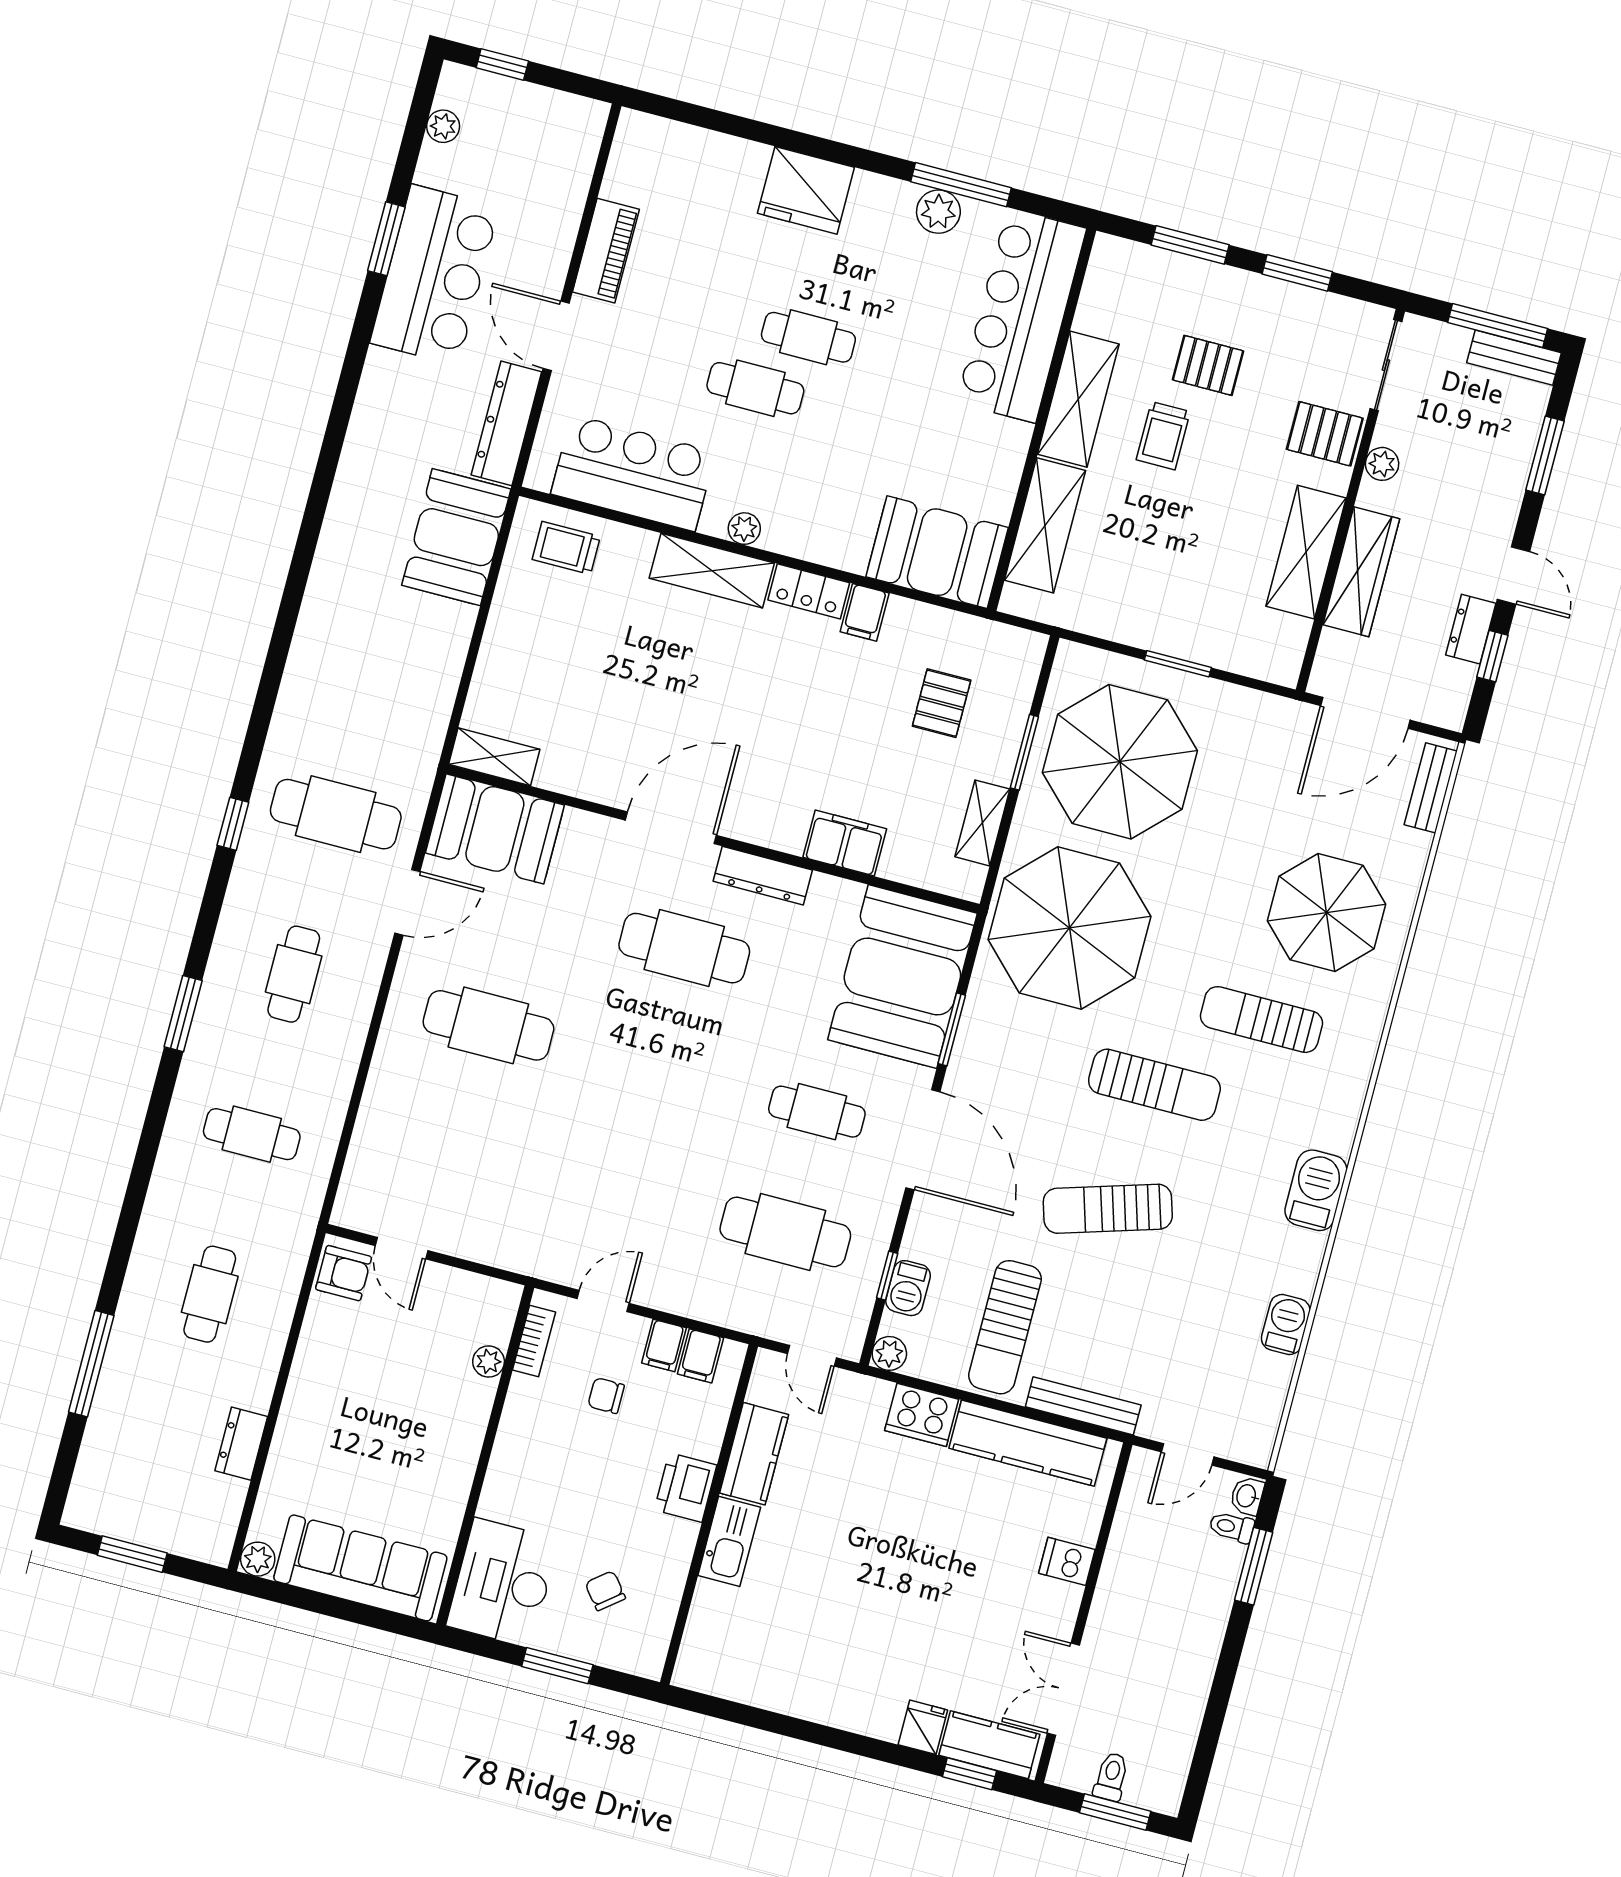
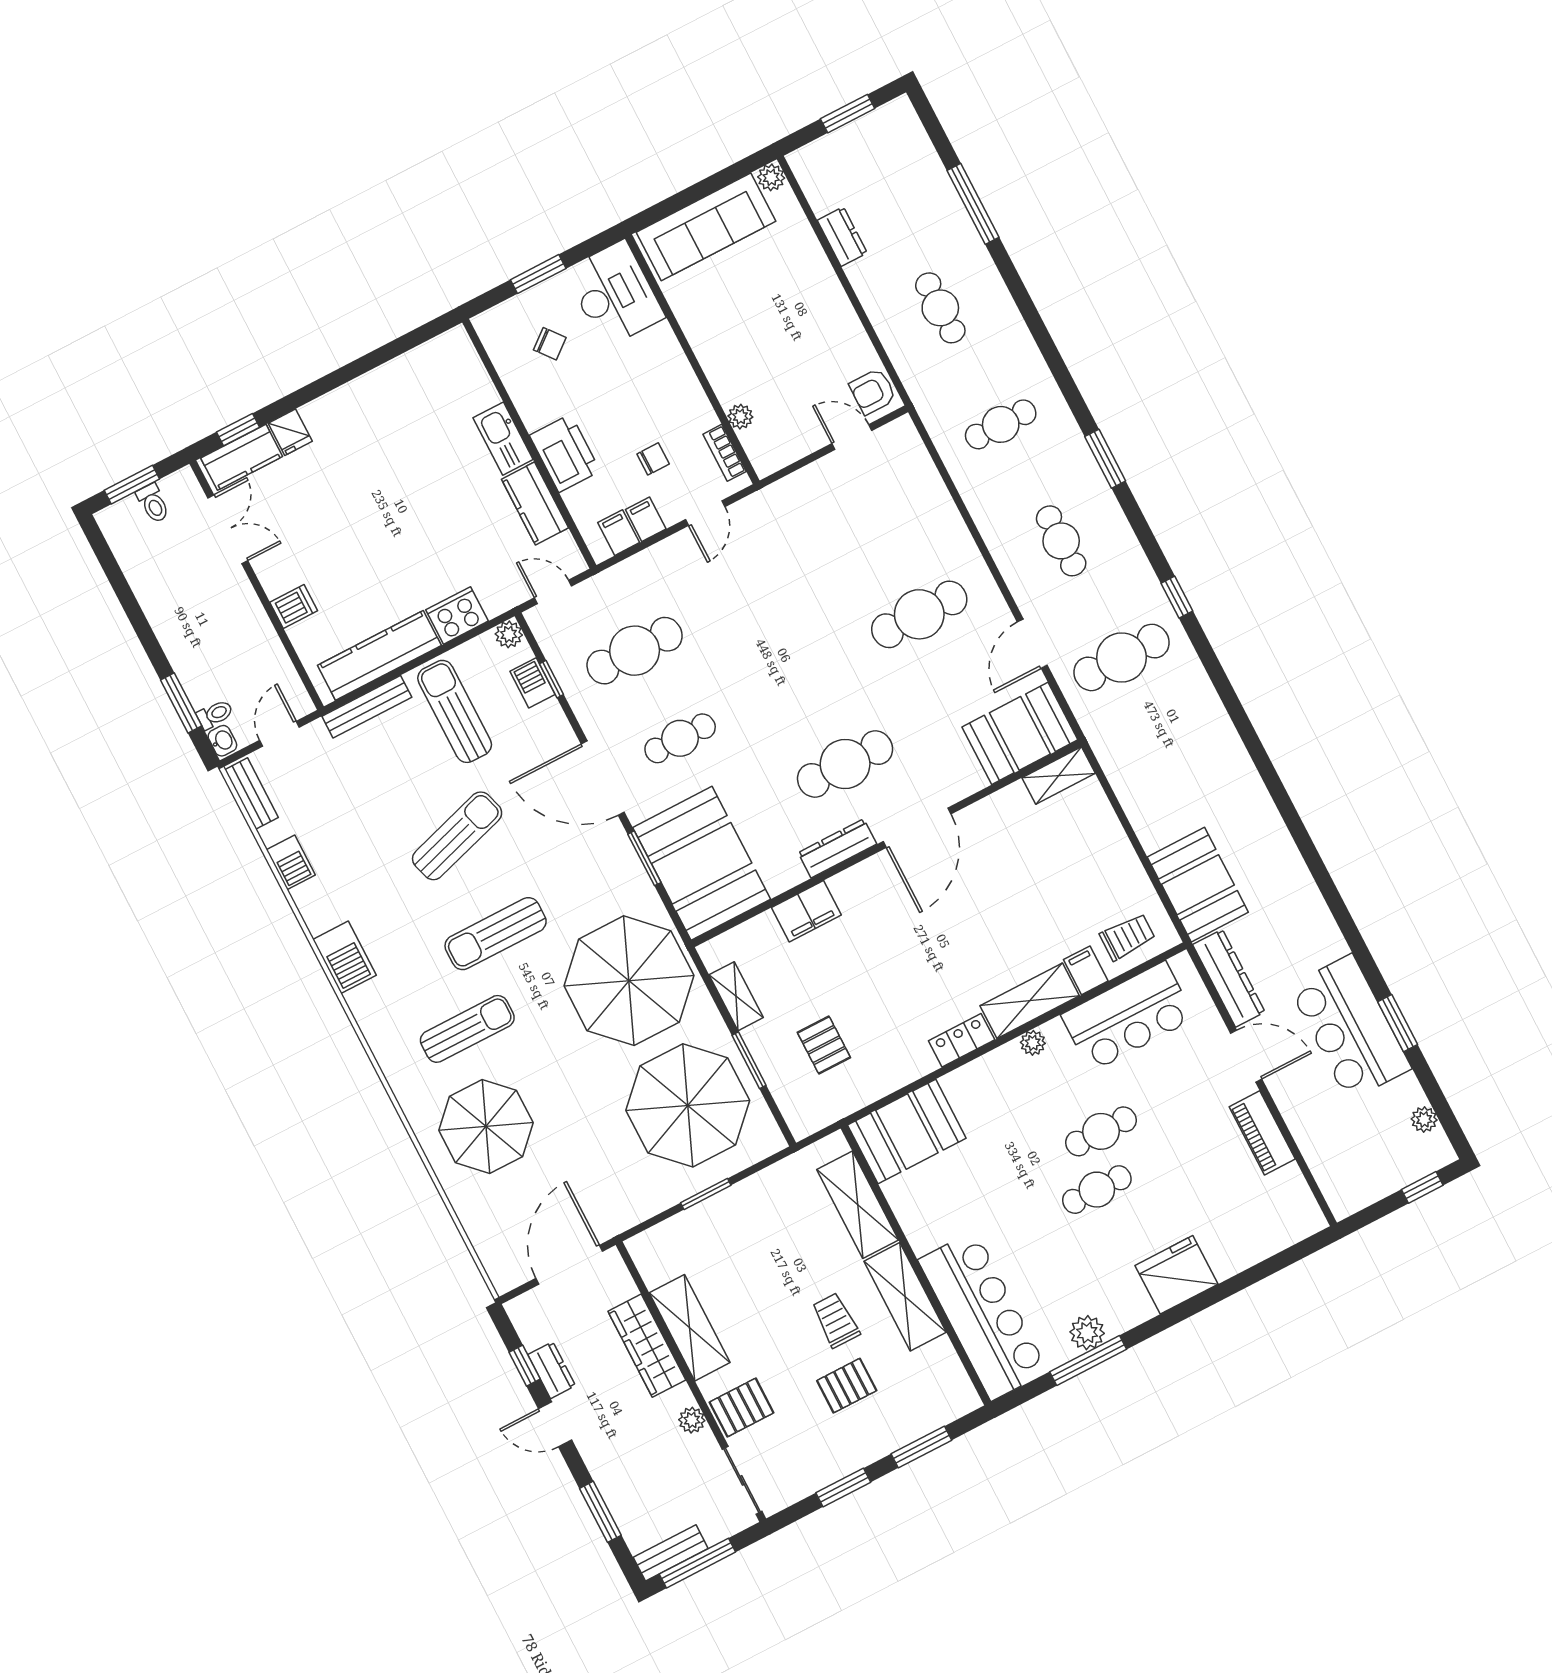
filing cabinet: (865, 612) -> (1086, 970), moved
bench: (1431, 788) -> (252, 794), moved
printer: (686, 1488) -> (565, 453), width x1.37, depth x1.19

